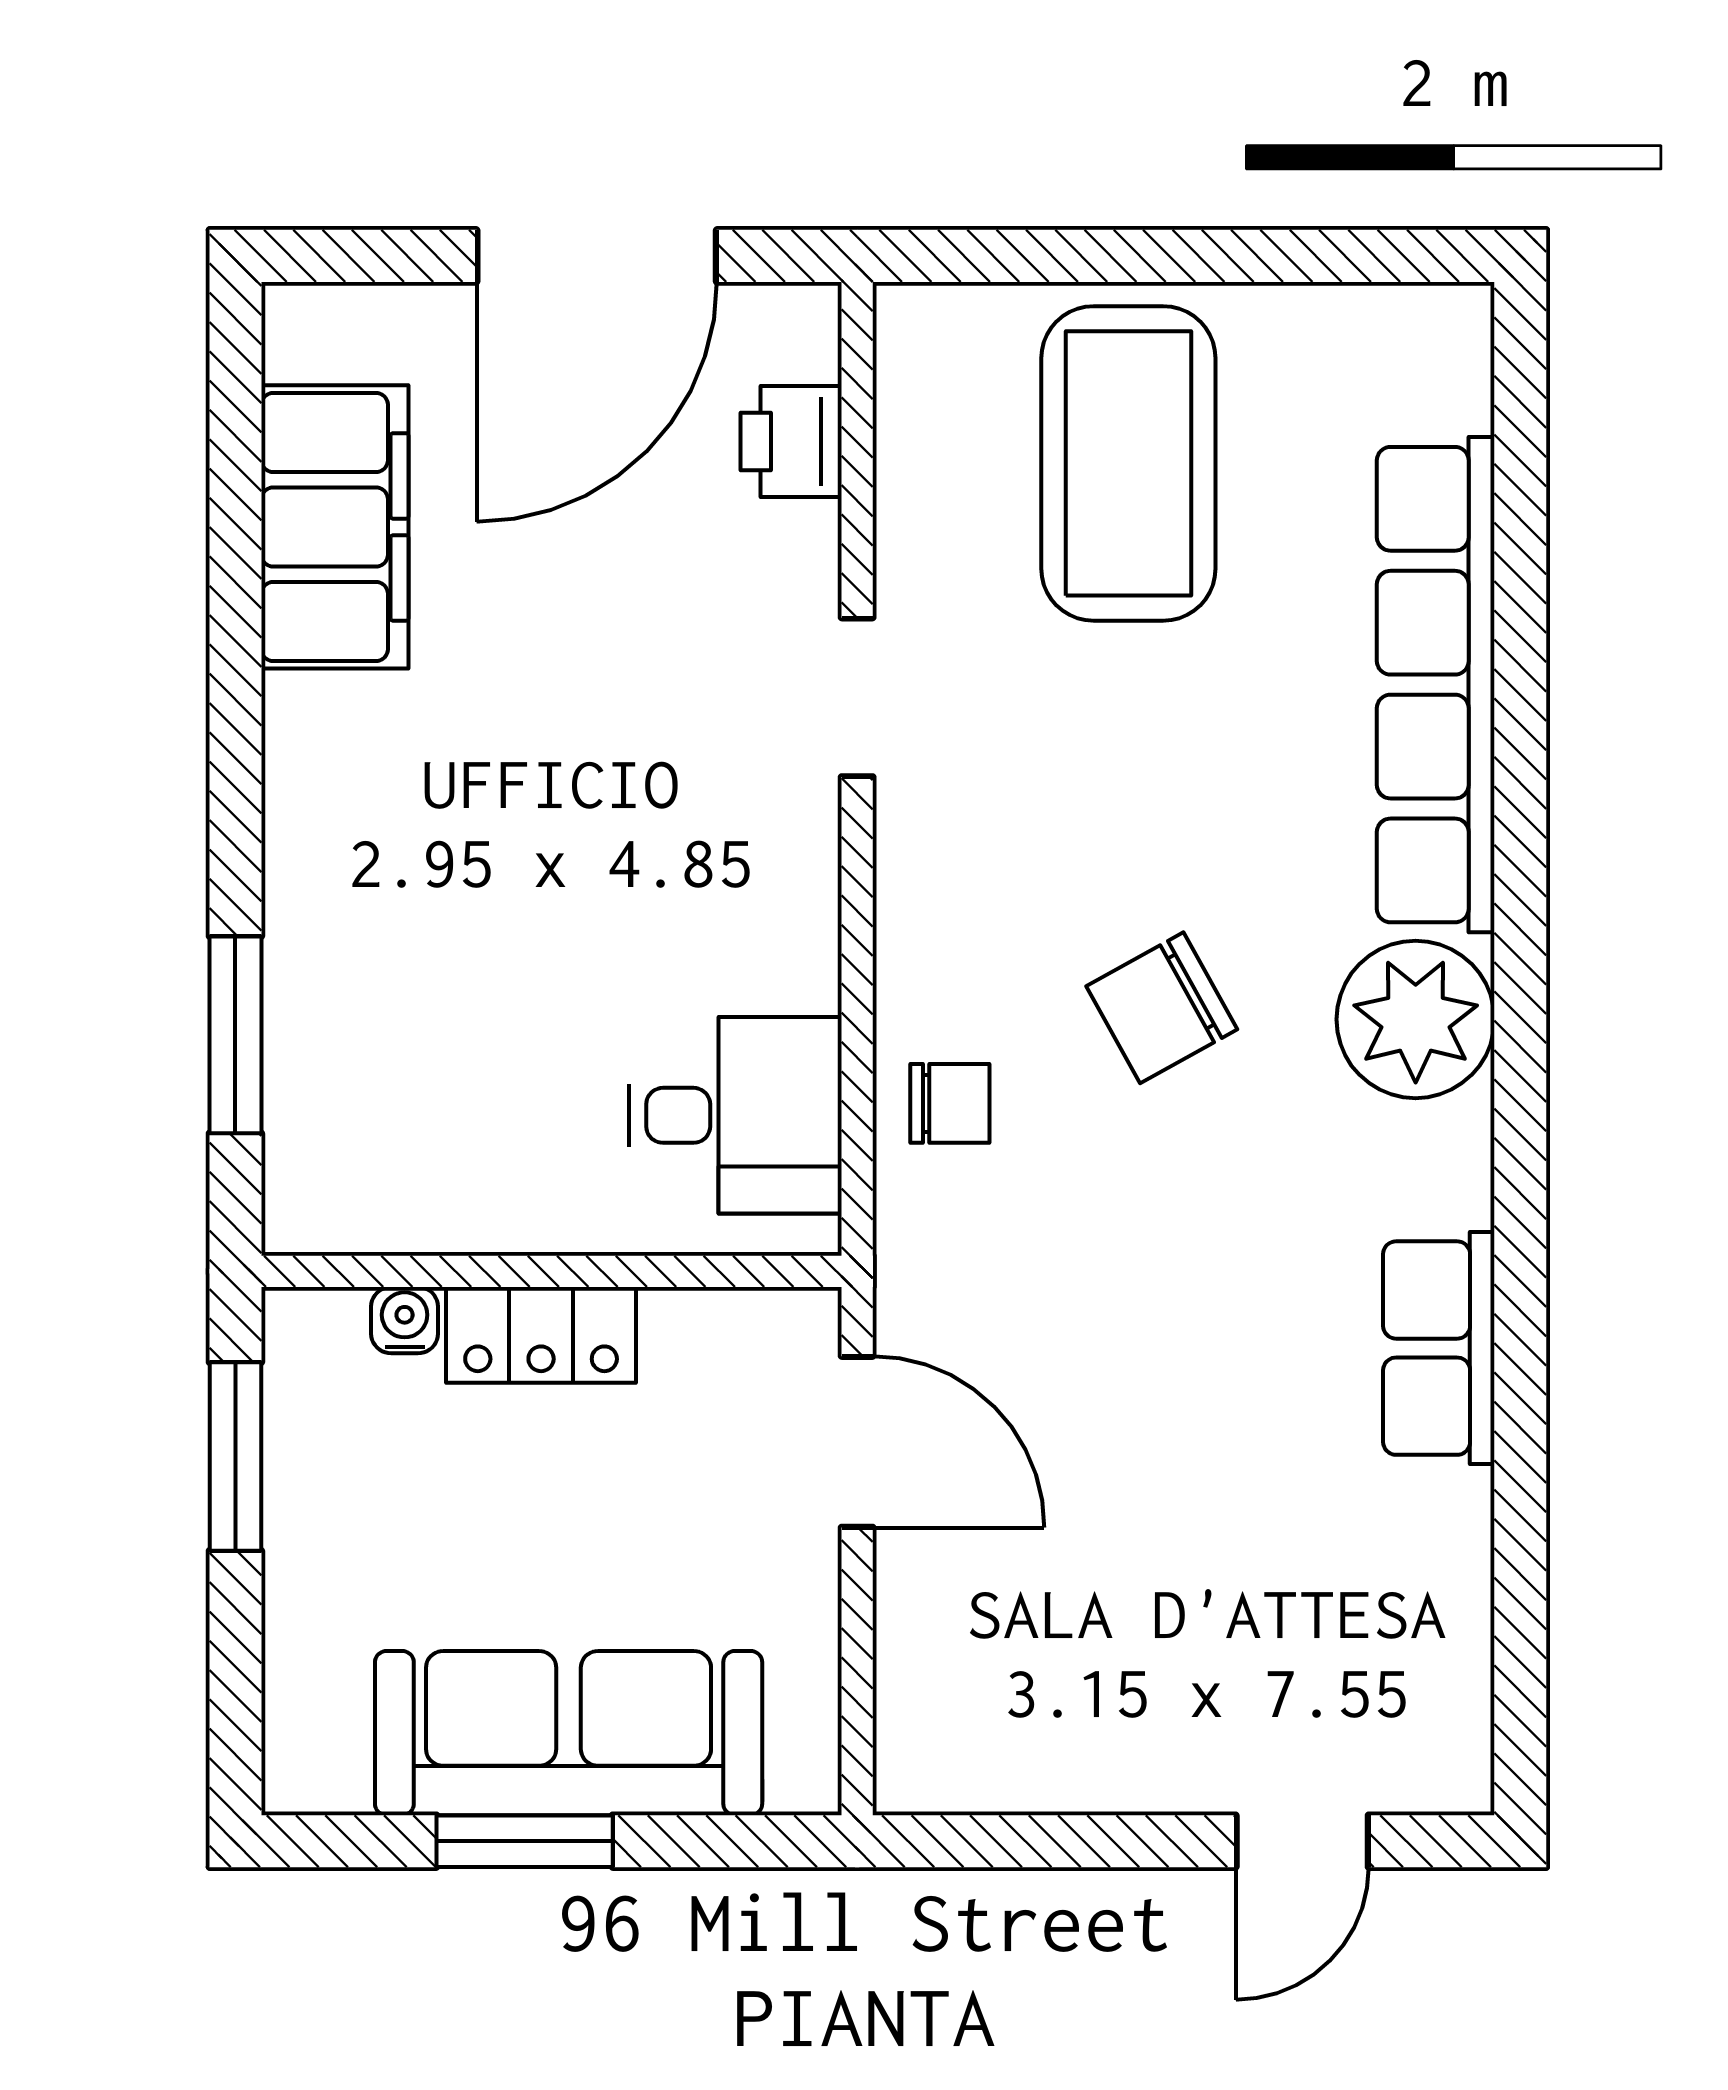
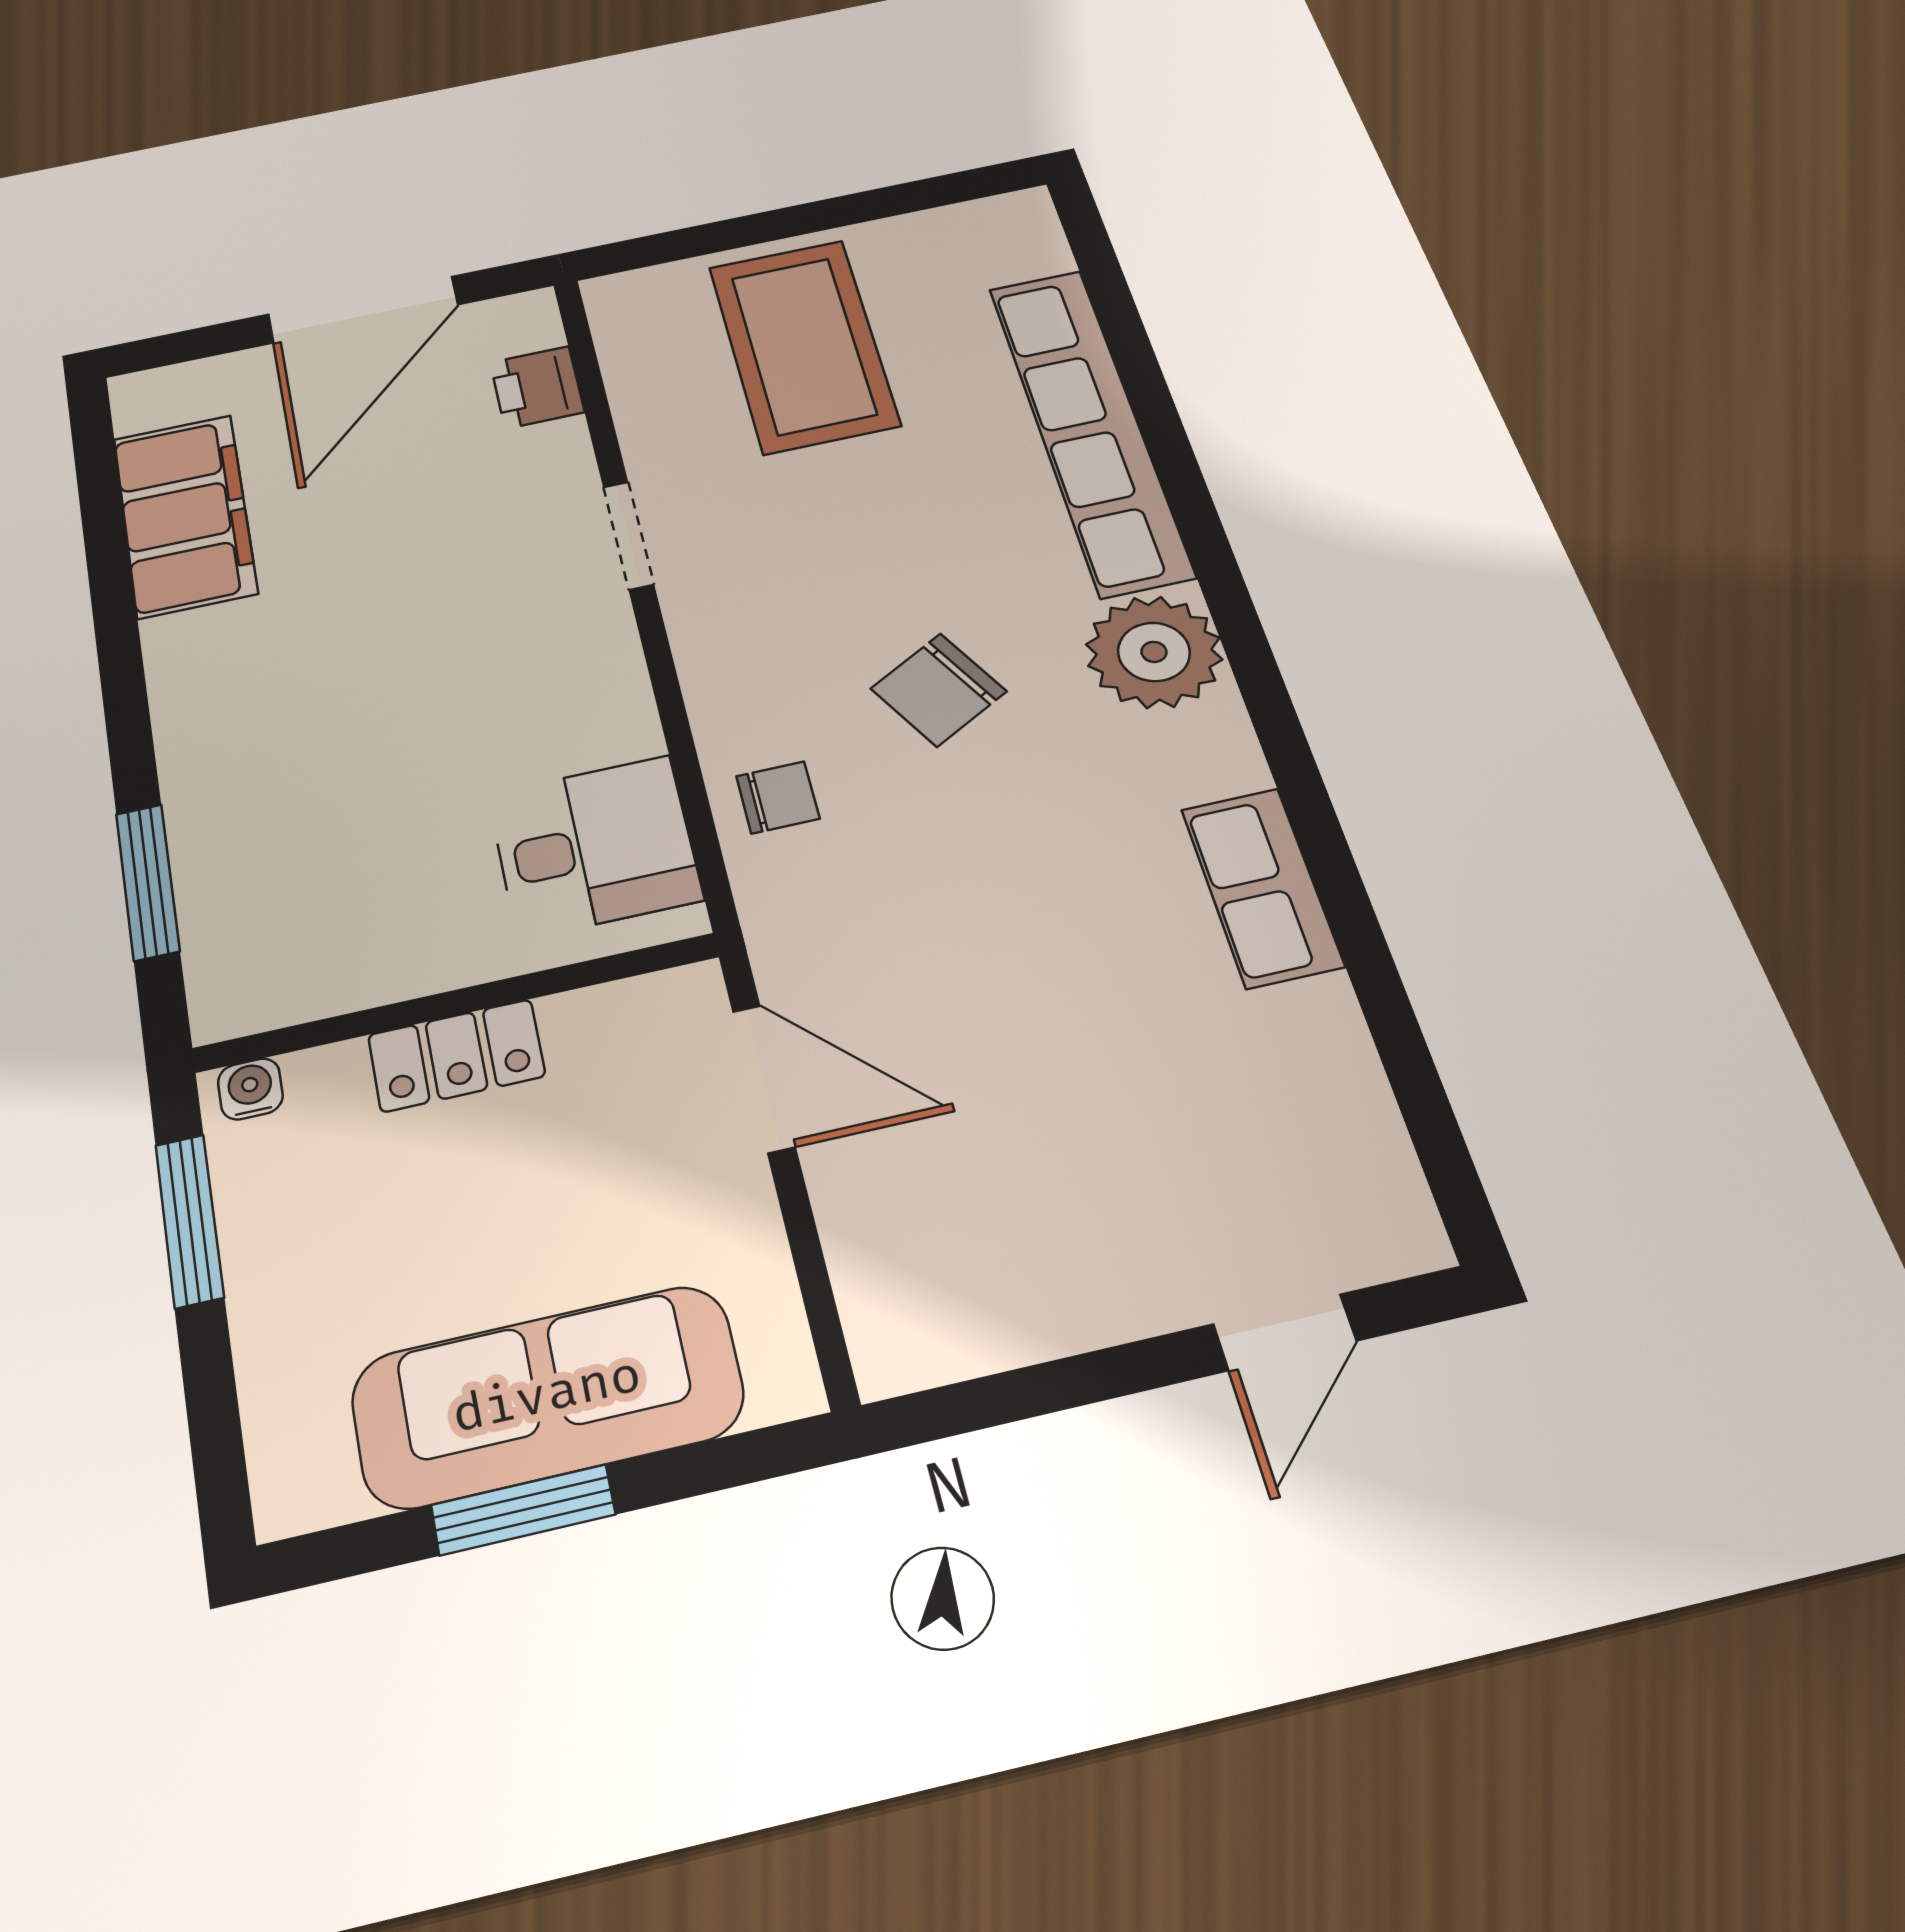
water cooler: (405, 1320) -> (250, 1089), moved

